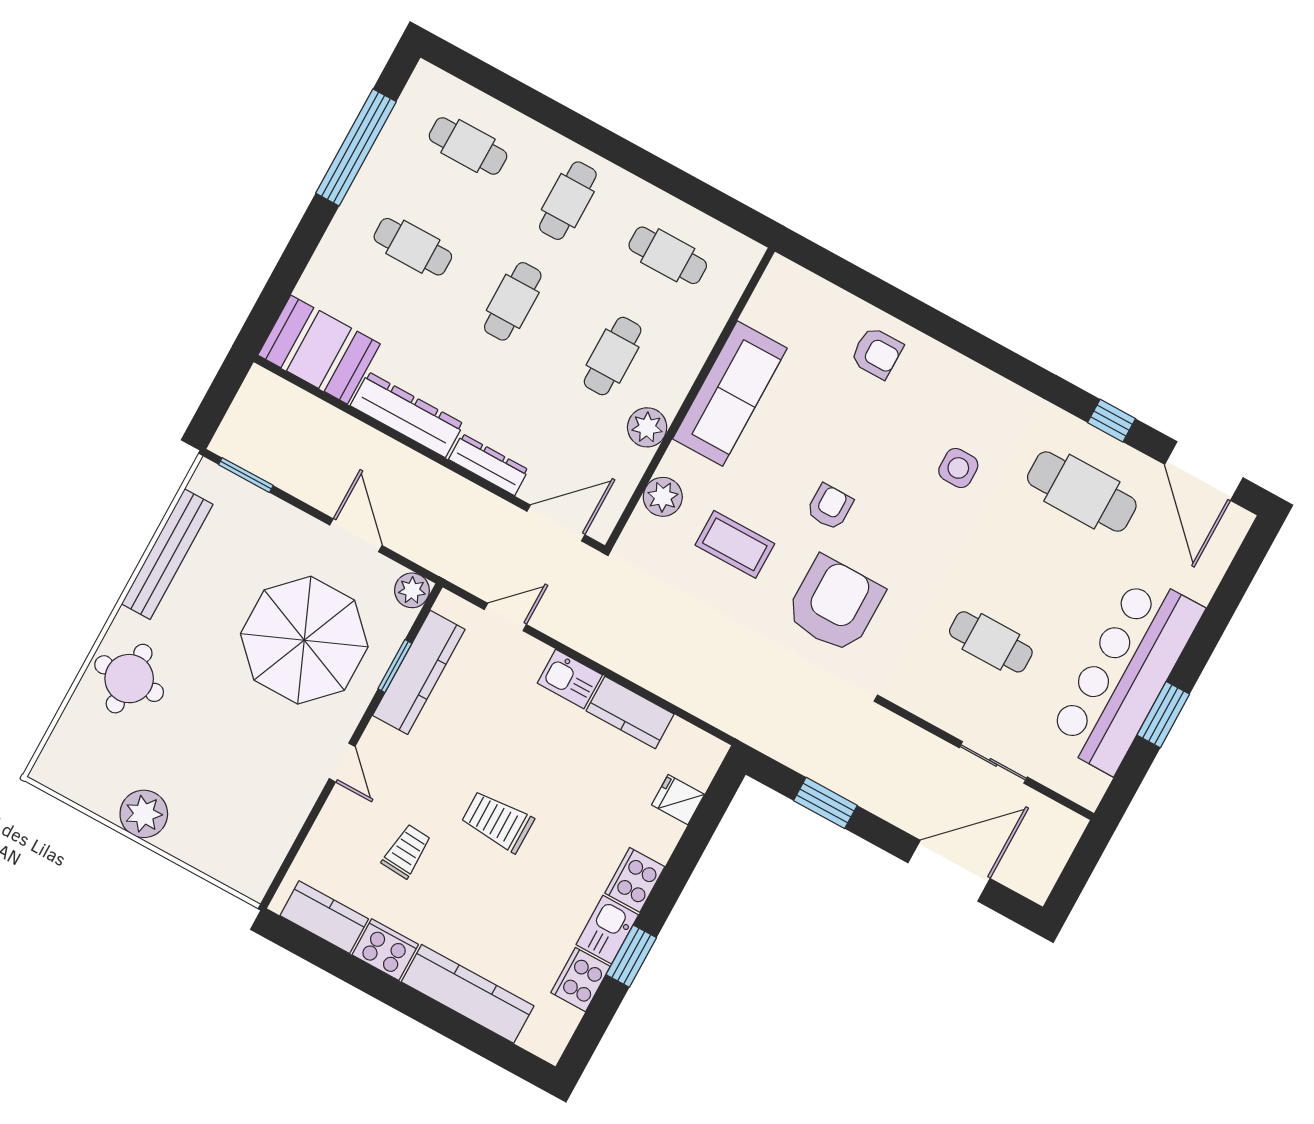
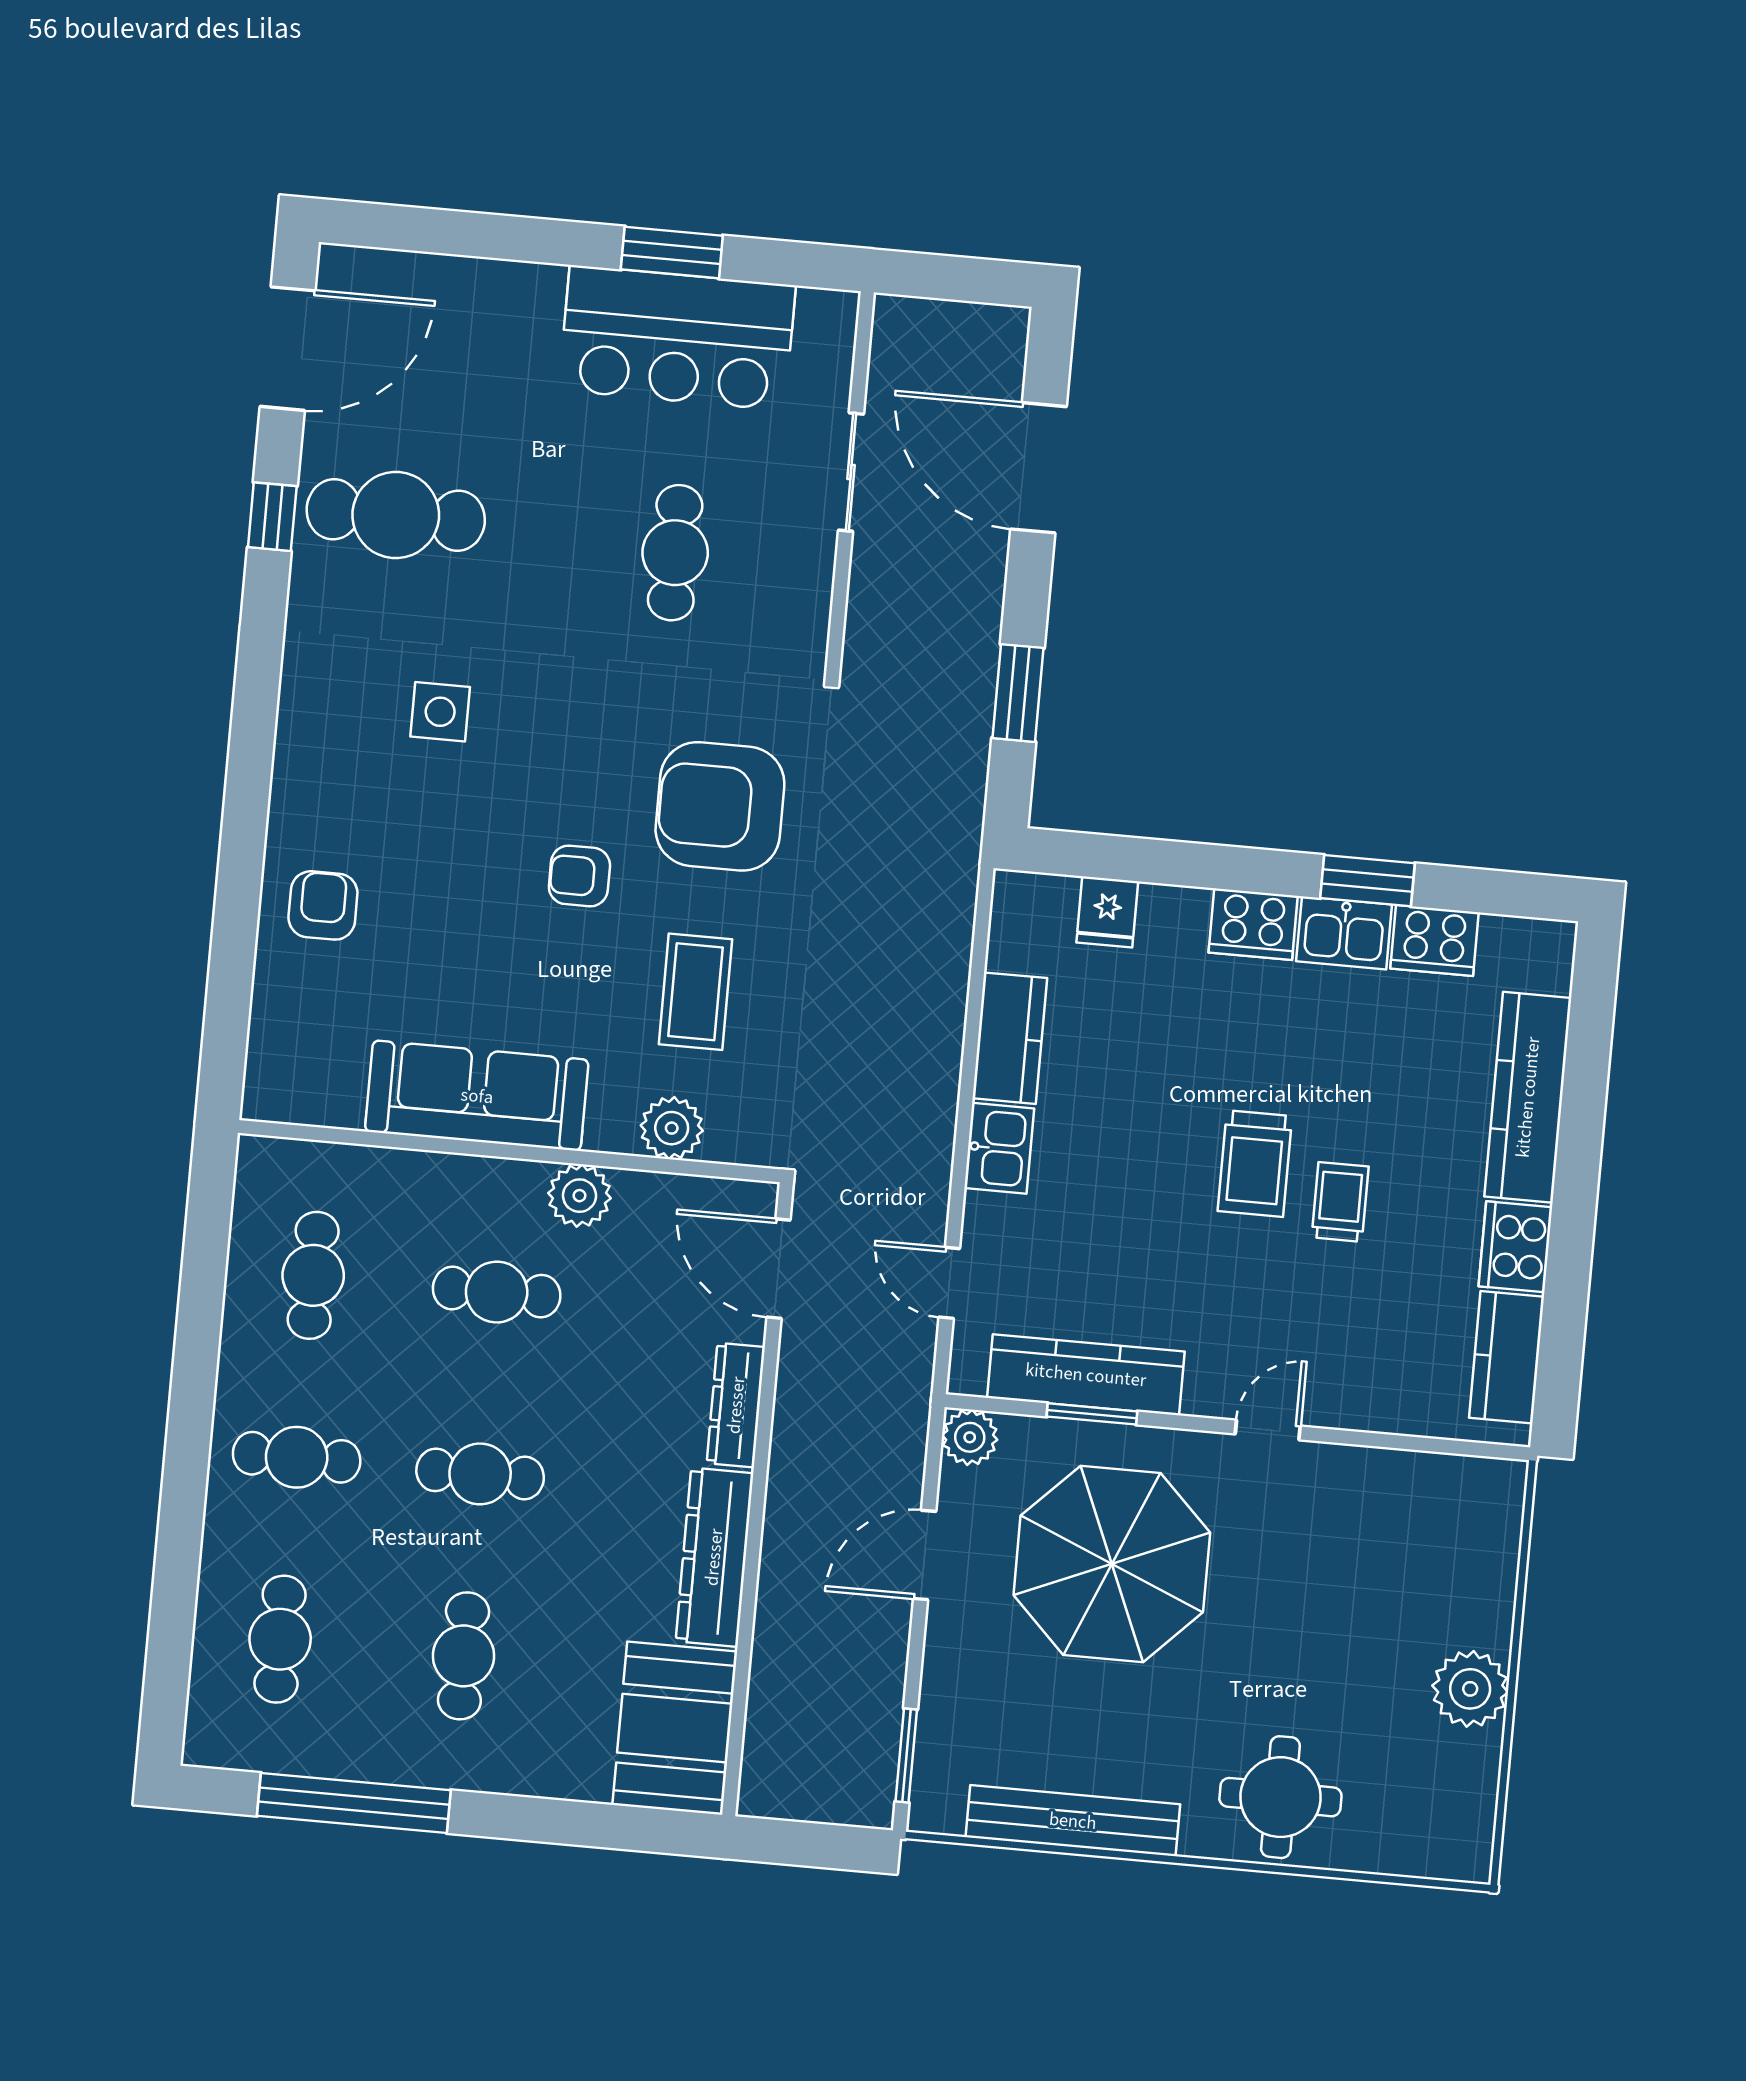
cafe table: (1082, 492) -> (396, 515), turned 90
bar counter: (1126, 674) -> (677, 338), width x0.73
trolley: (406, 851) -> (1340, 1202), moved, turned 86

